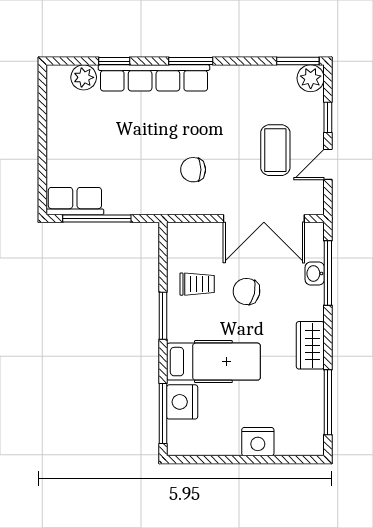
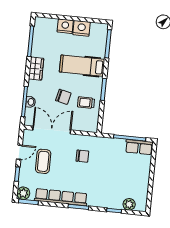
row of seats: (154, 78) -> (61, 197), moved
nightstand: (182, 402) -> (82, 28), moved, turned -90

